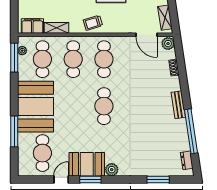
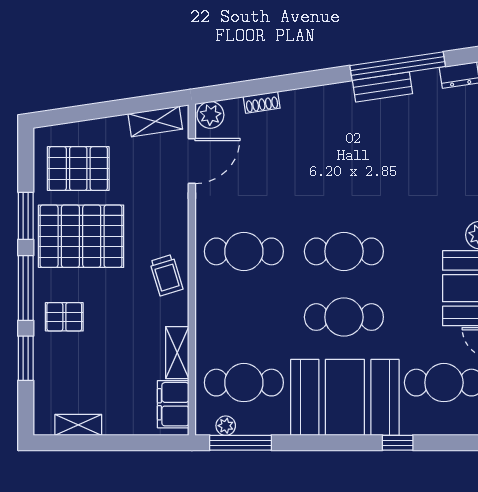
cafe table: (73, 59) -> (344, 317), moved
bench: (178, 105) -> (383, 87), moved
window: (14, 131) -> (398, 443), width x0.46

